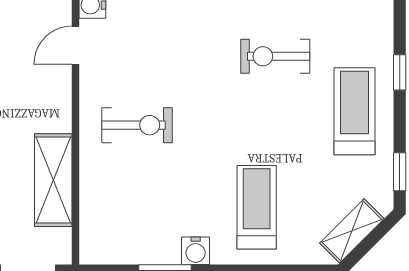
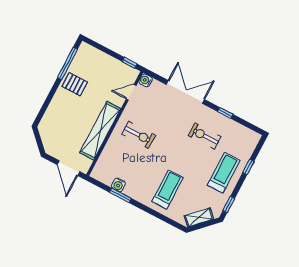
shelving: (53, 180) -> (100, 131), width x1.47
water cooler: (196, 251) -> (118, 185), moved

